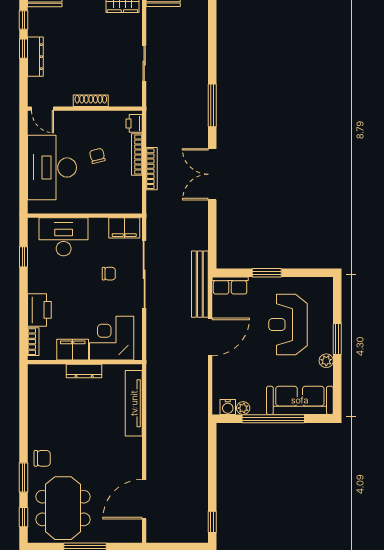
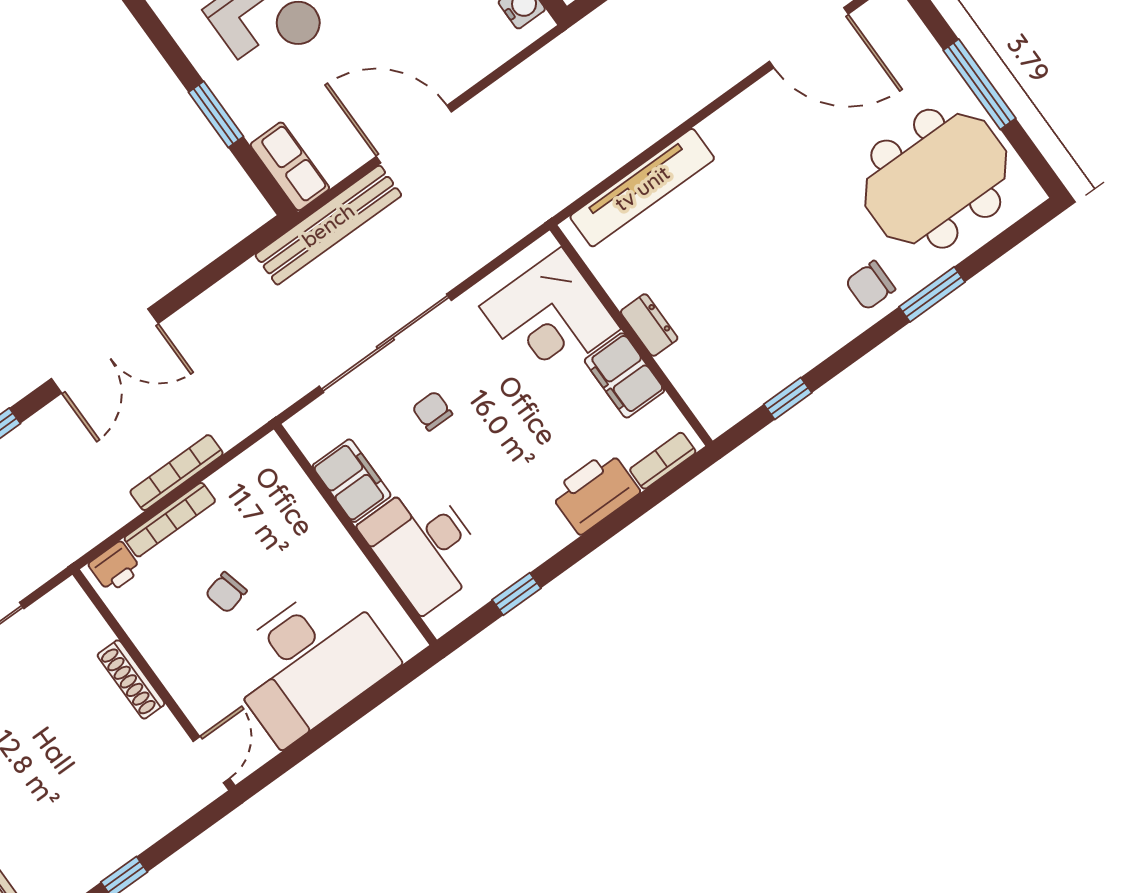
dresser: (35, 57) -> (123, 844), removed
filing cabinet: (124, 228) -> (352, 481), moved
dresser: (84, 371) -> (649, 325), width x0.70
chair: (42, 458) -> (870, 285), turned -90
window: (24, 517) -> (788, 398), moved

